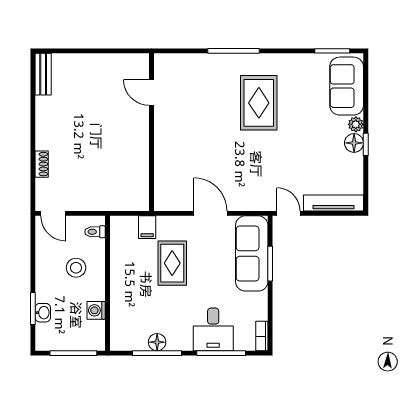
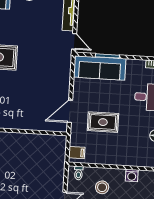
door: (211, 213) -> (70, 111), moved
door: (288, 213) -> (74, 41), swing flipped
filing cabinet: (147, 227) -> (77, 153), moved

